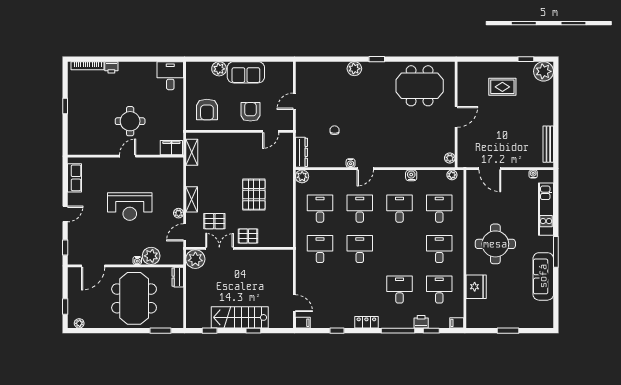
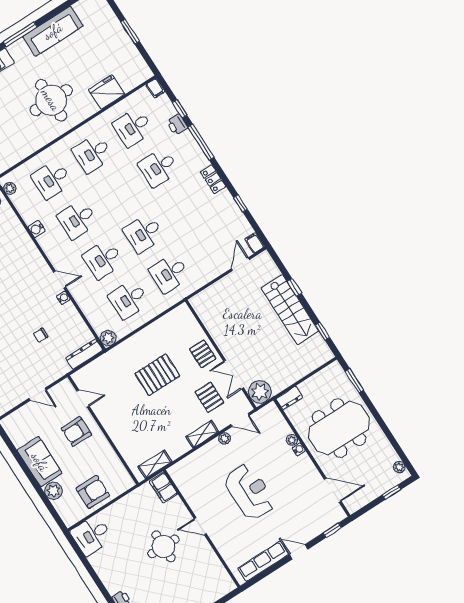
armchair: (207, 109) -> (93, 492), moved
row of seats: (74, 178) -> (263, 561), width x1.48
plant: (151, 256) -> (292, 440), width x0.53, depth x0.53

